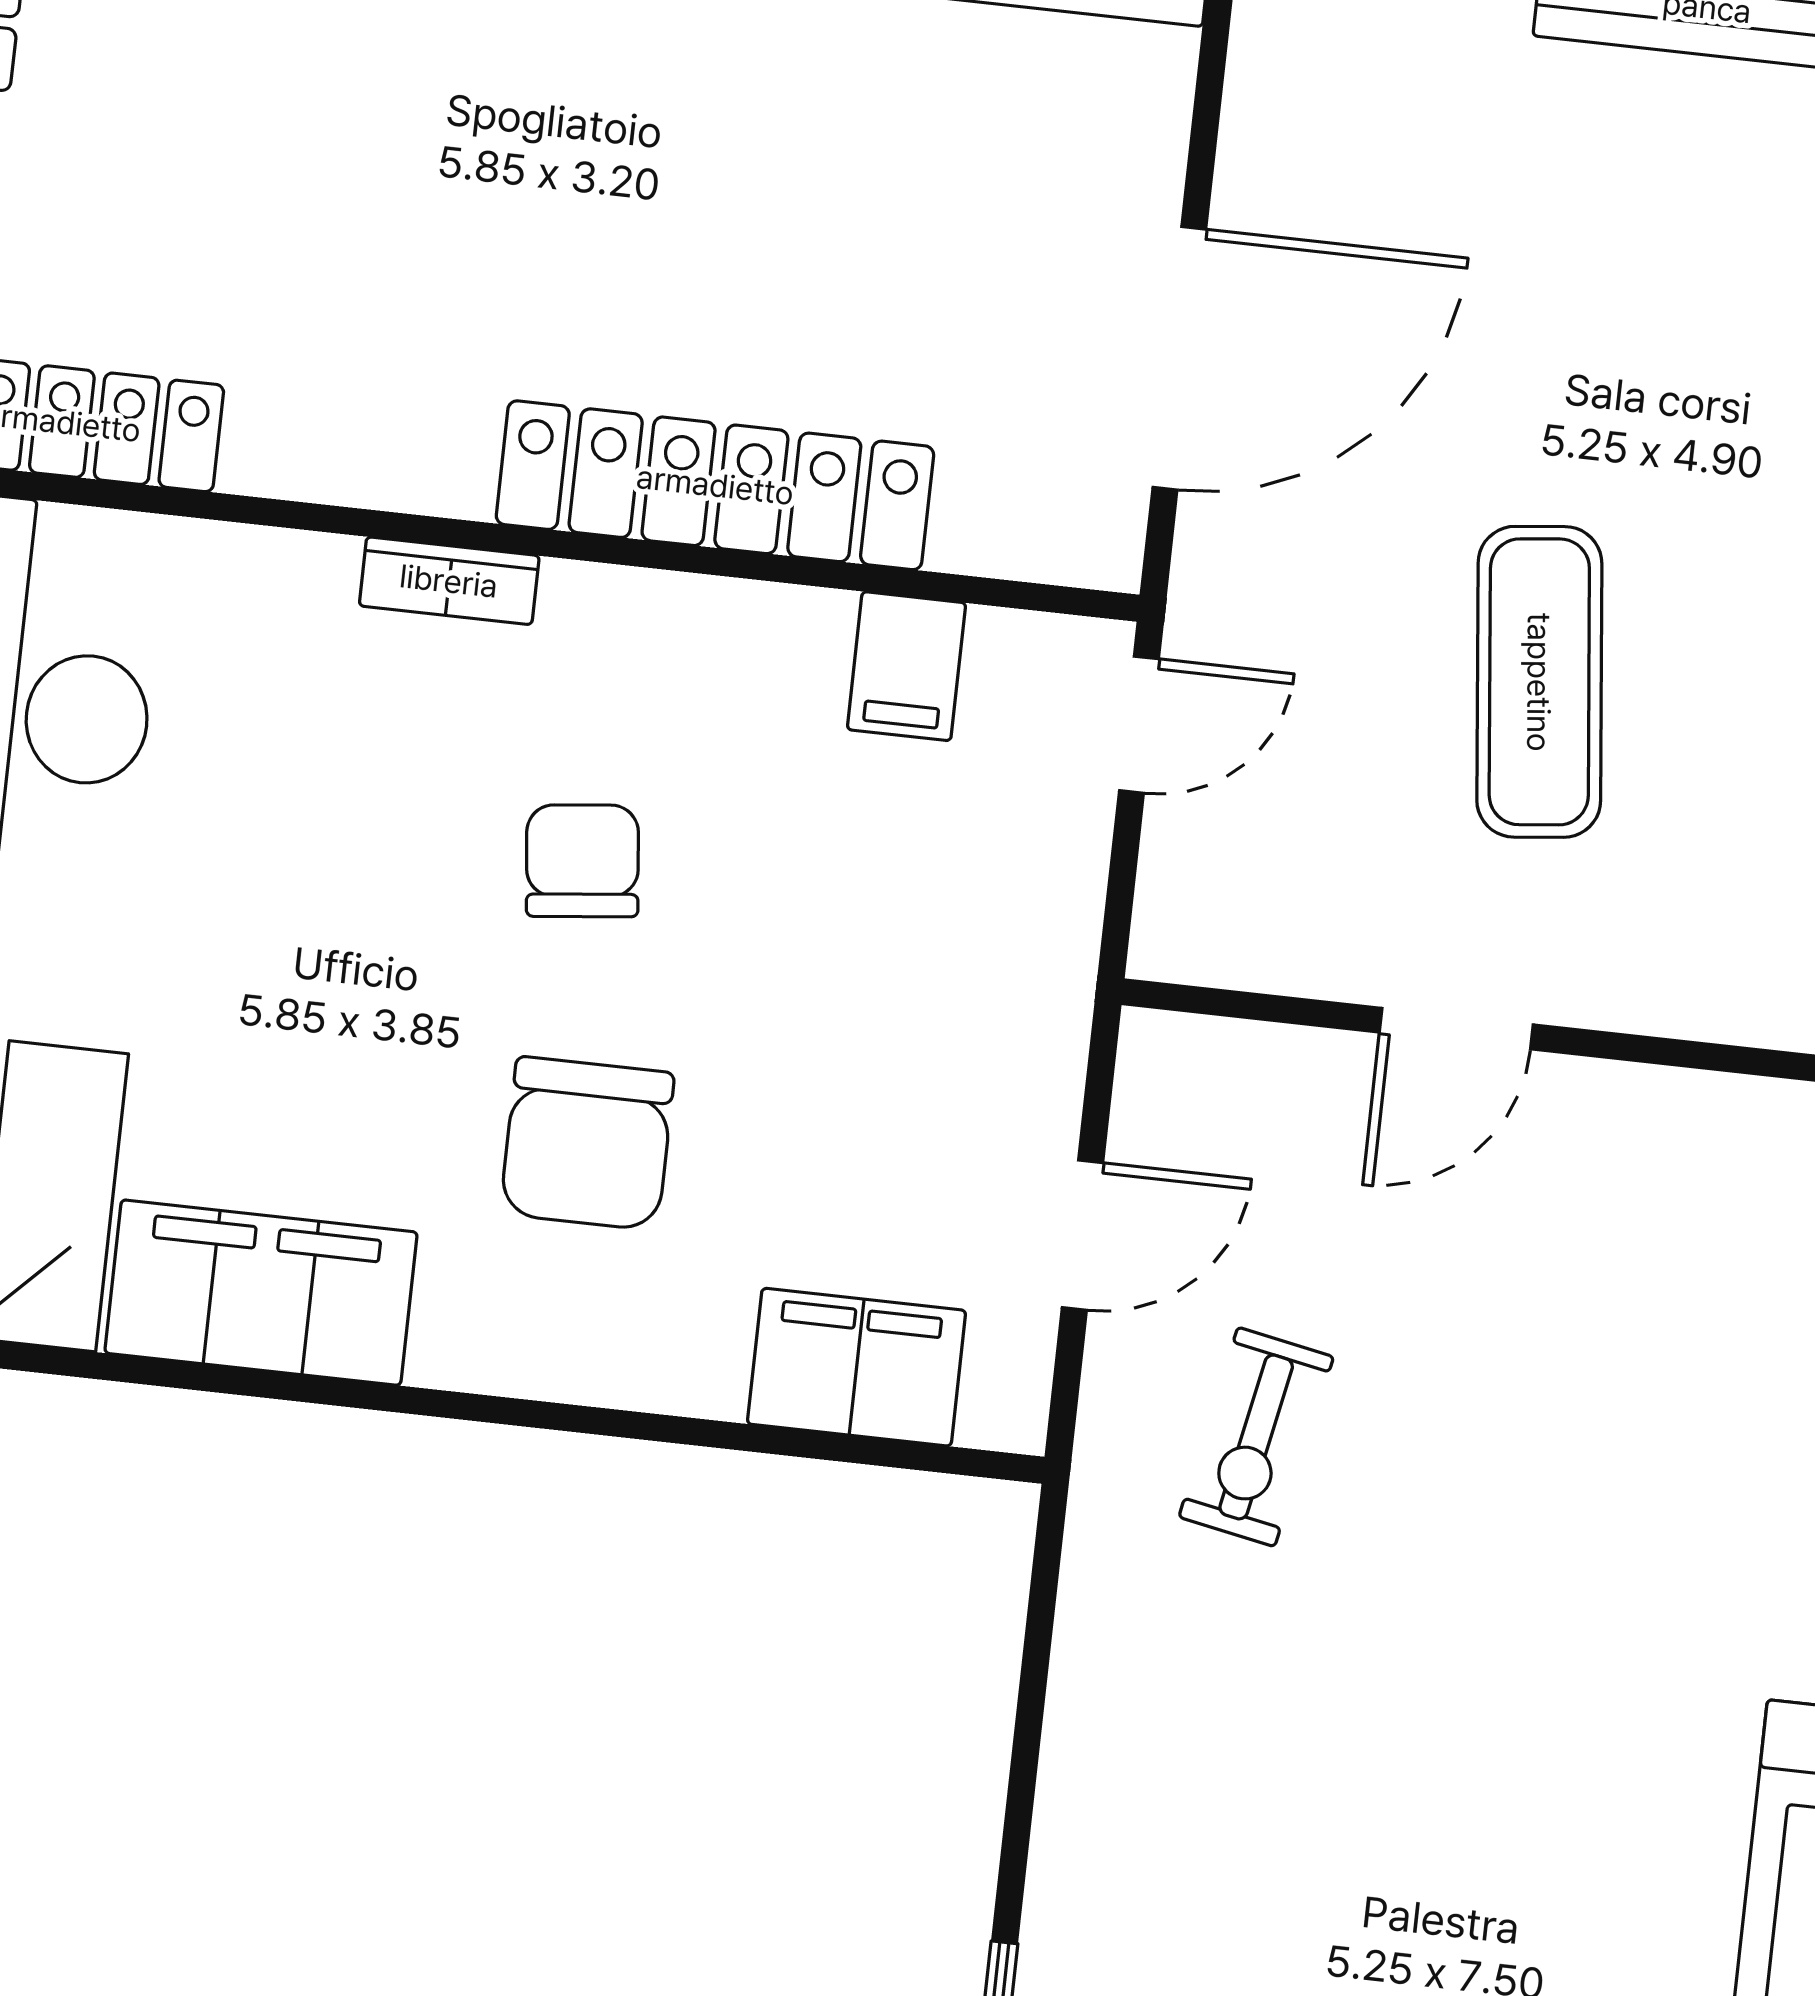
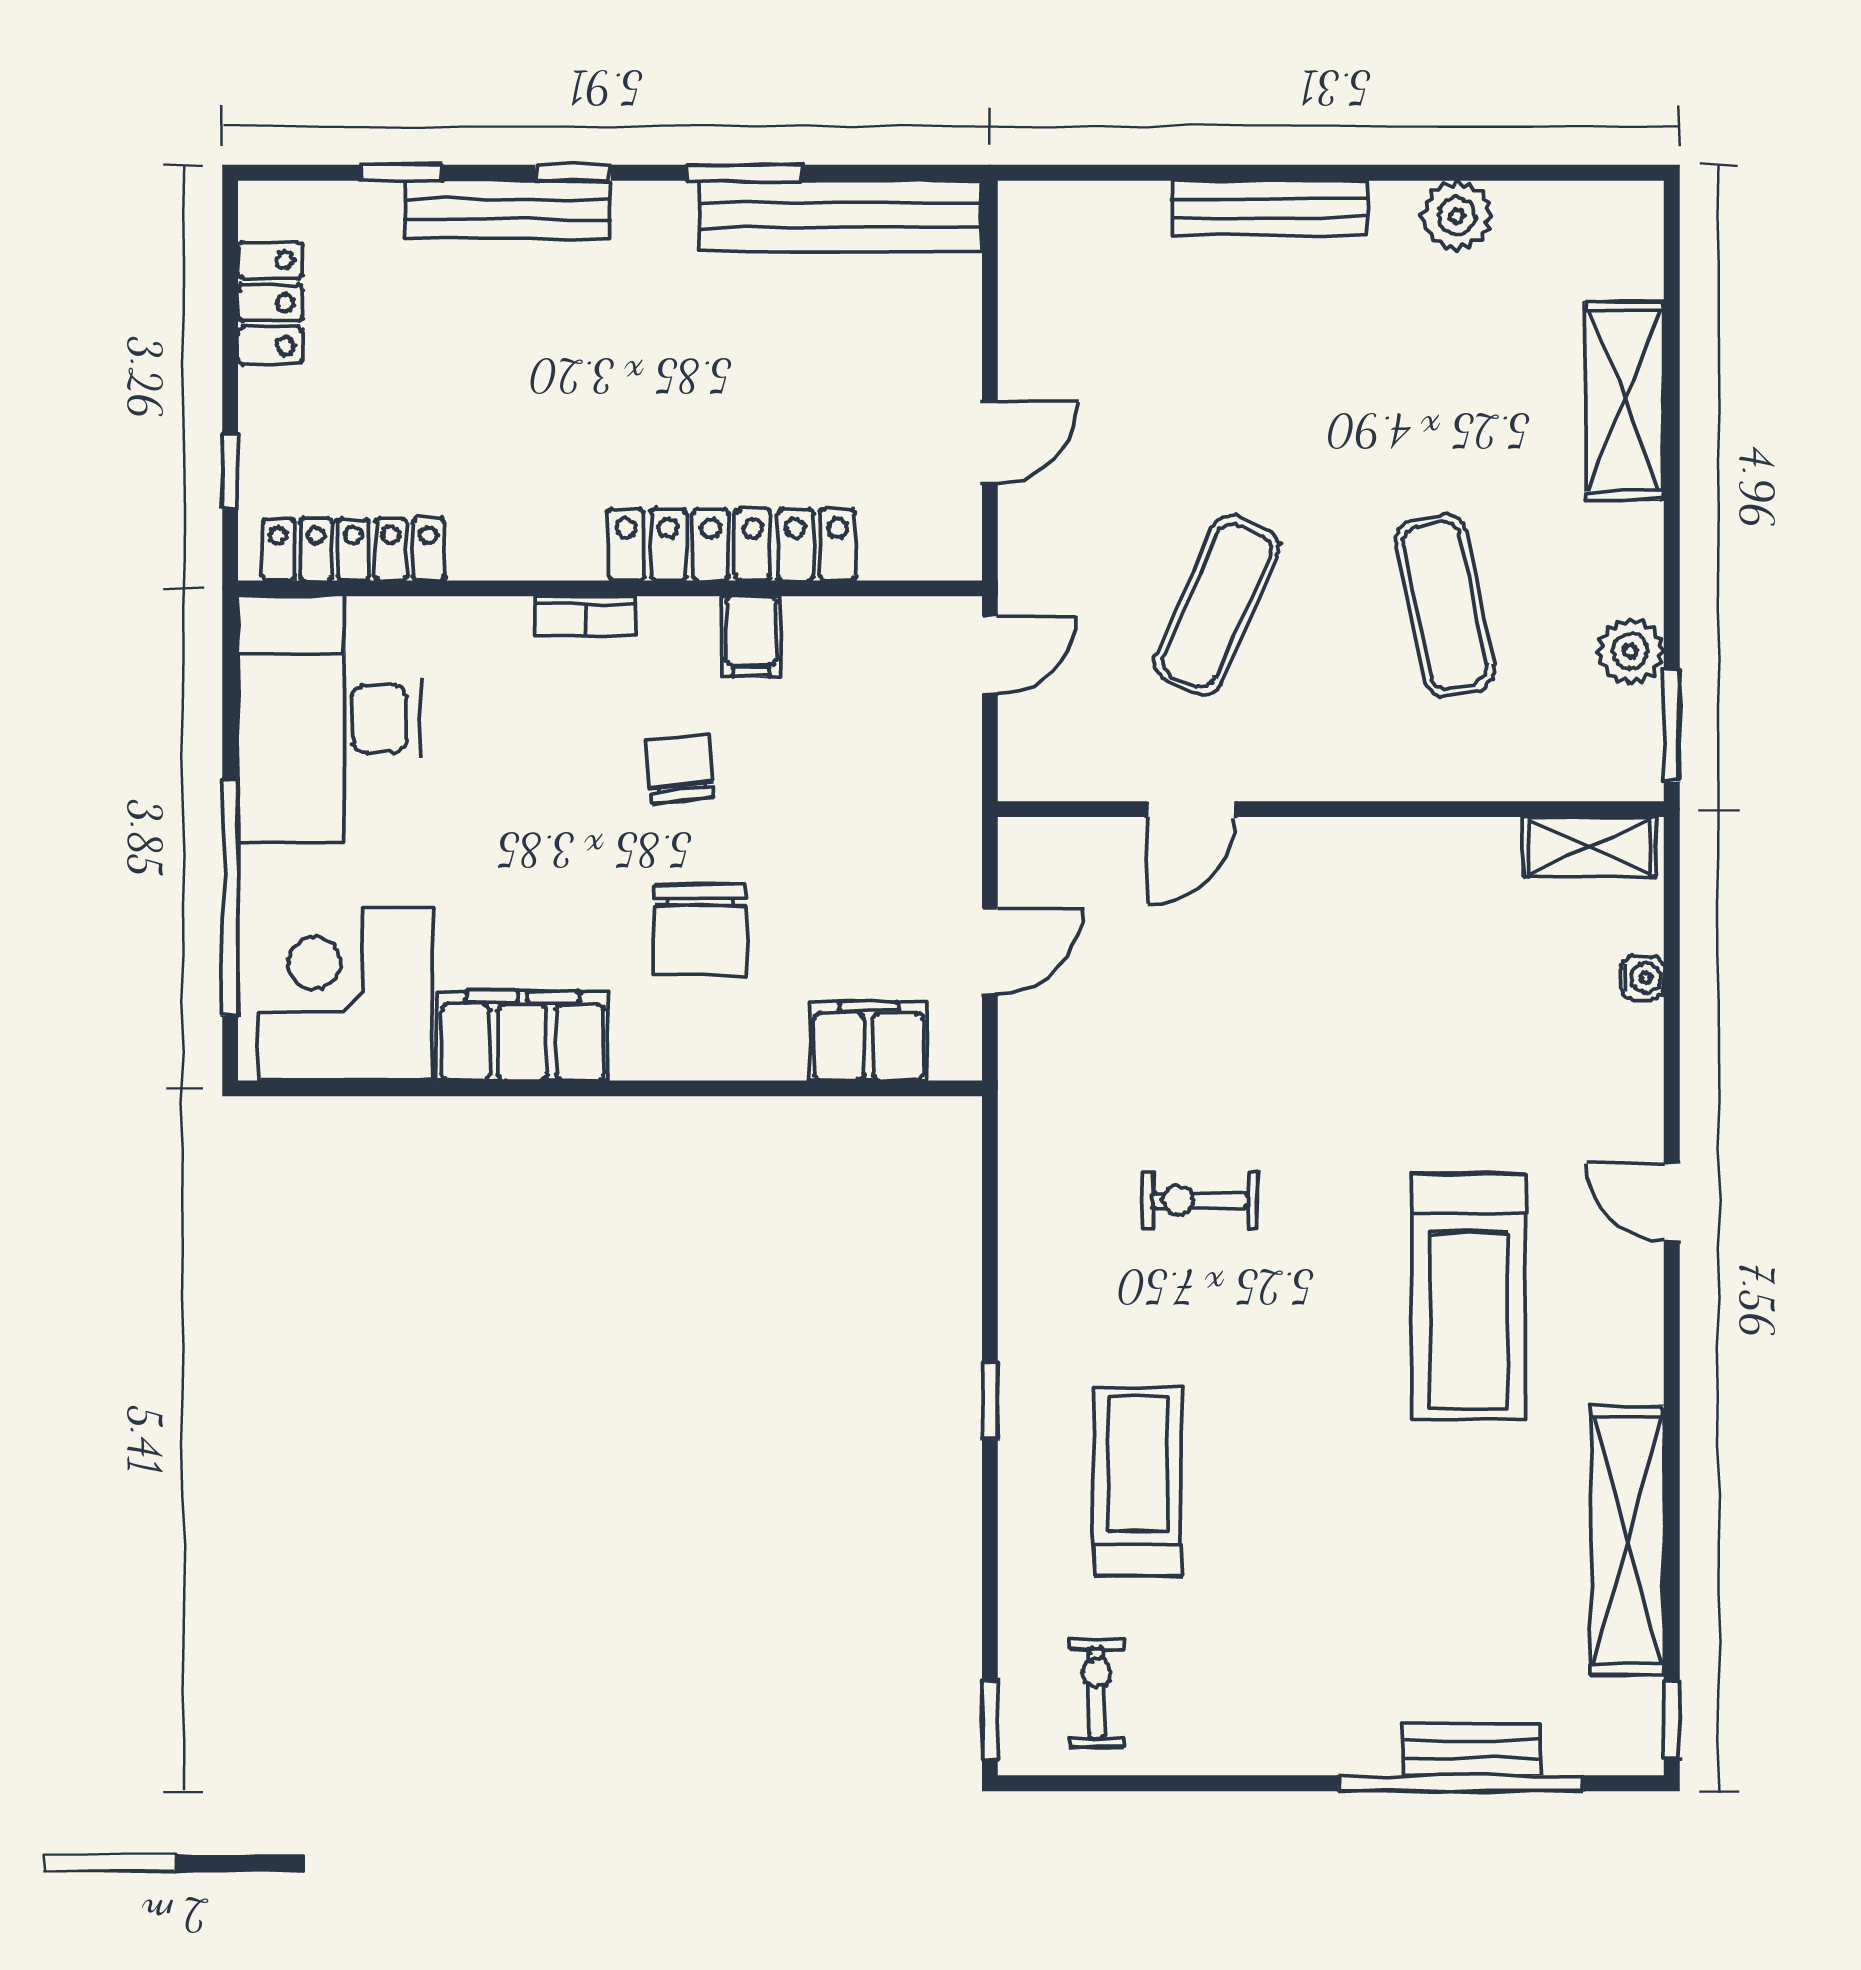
door: (1179, 358) -> (990, 443), width x0.53
filing cabinet: (906, 666) -> (751, 636), moved
exercise mat: (1539, 682) -> (1217, 605), turned 30
exercise bike: (1256, 1437) -> (1200, 1200), moved, turned 79

